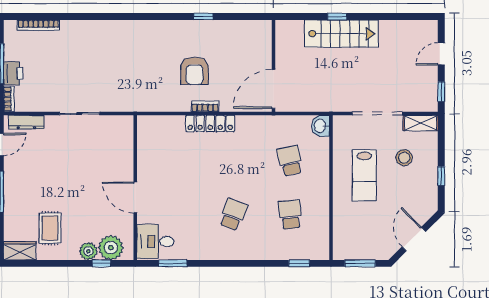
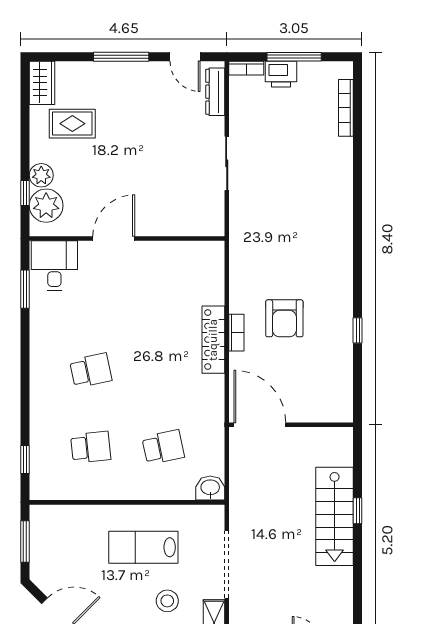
armchair: (194, 71) -> (284, 318), turned -90
school desk: (233, 215) -> (91, 370), turned -33

